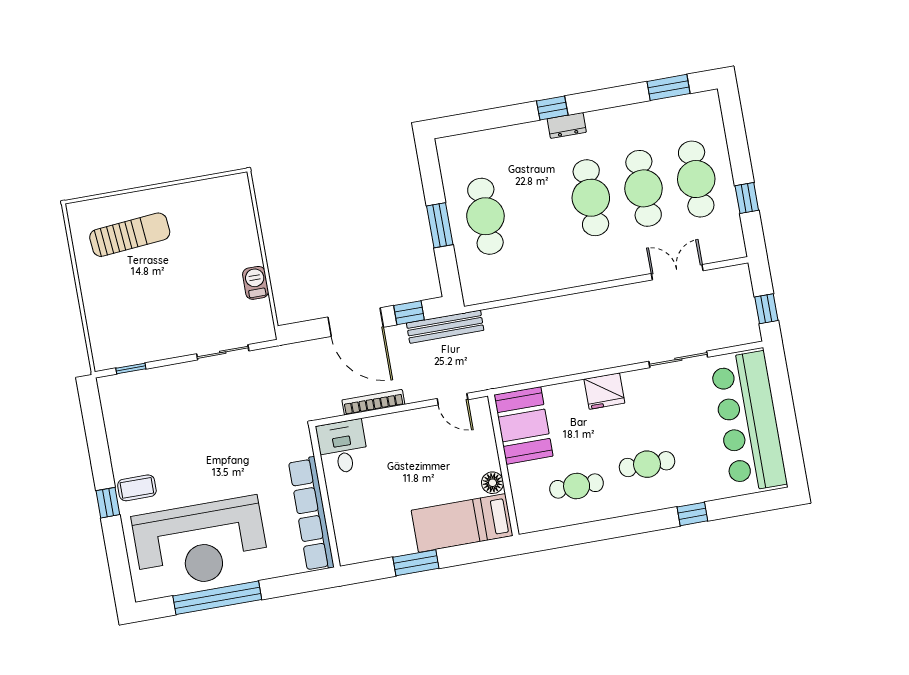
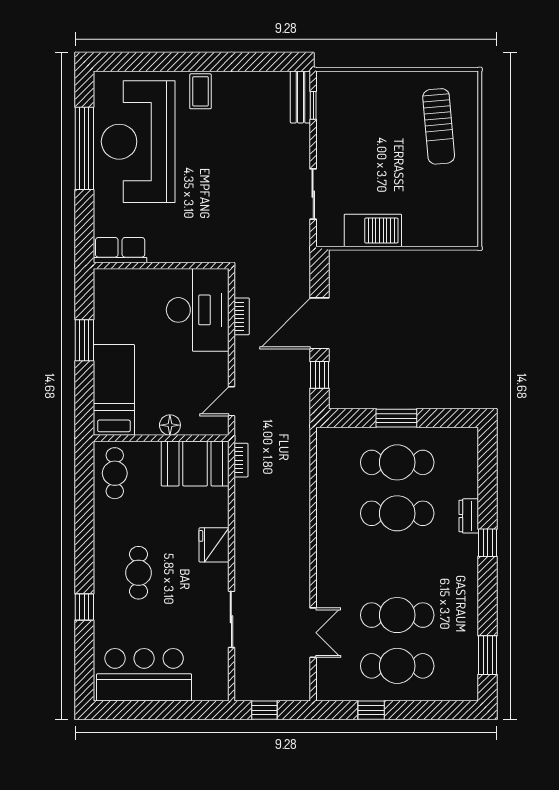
dresser: (567, 125) -> (469, 516), moved
cafe table: (591, 198) -> (397, 513), moved
barbecue: (256, 283) -> (373, 231), width x1.88, depth x1.53
bench: (445, 327) -> (300, 97), moved, width x0.73
bookcase: (512, 379) -> (241, 460), added
bookcase: (373, 402) -> (242, 316), width x0.64
bar counter: (748, 422) -> (144, 675), width x0.73
desk: (343, 447) -> (198, 310), width x1.87, depth x1.30
floor lamp: (493, 483) -> (170, 425), moved
cafe table: (577, 486) -> (115, 473), moved
window: (108, 503) -> (191, 62), removed
row of seats: (311, 514) -> (120, 250), width x0.50

